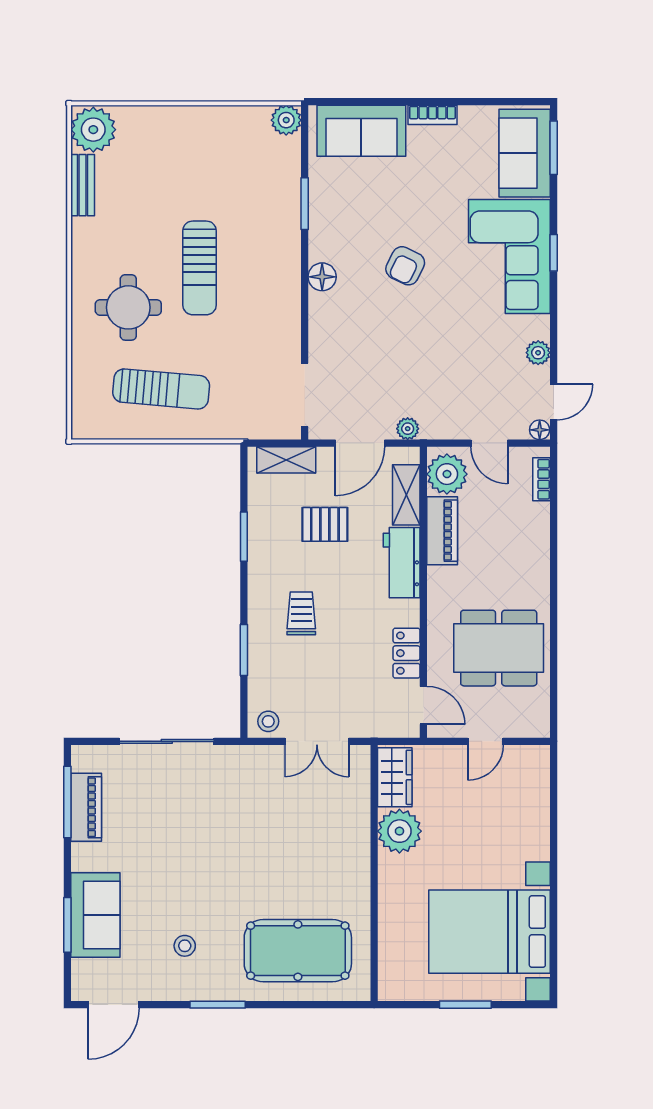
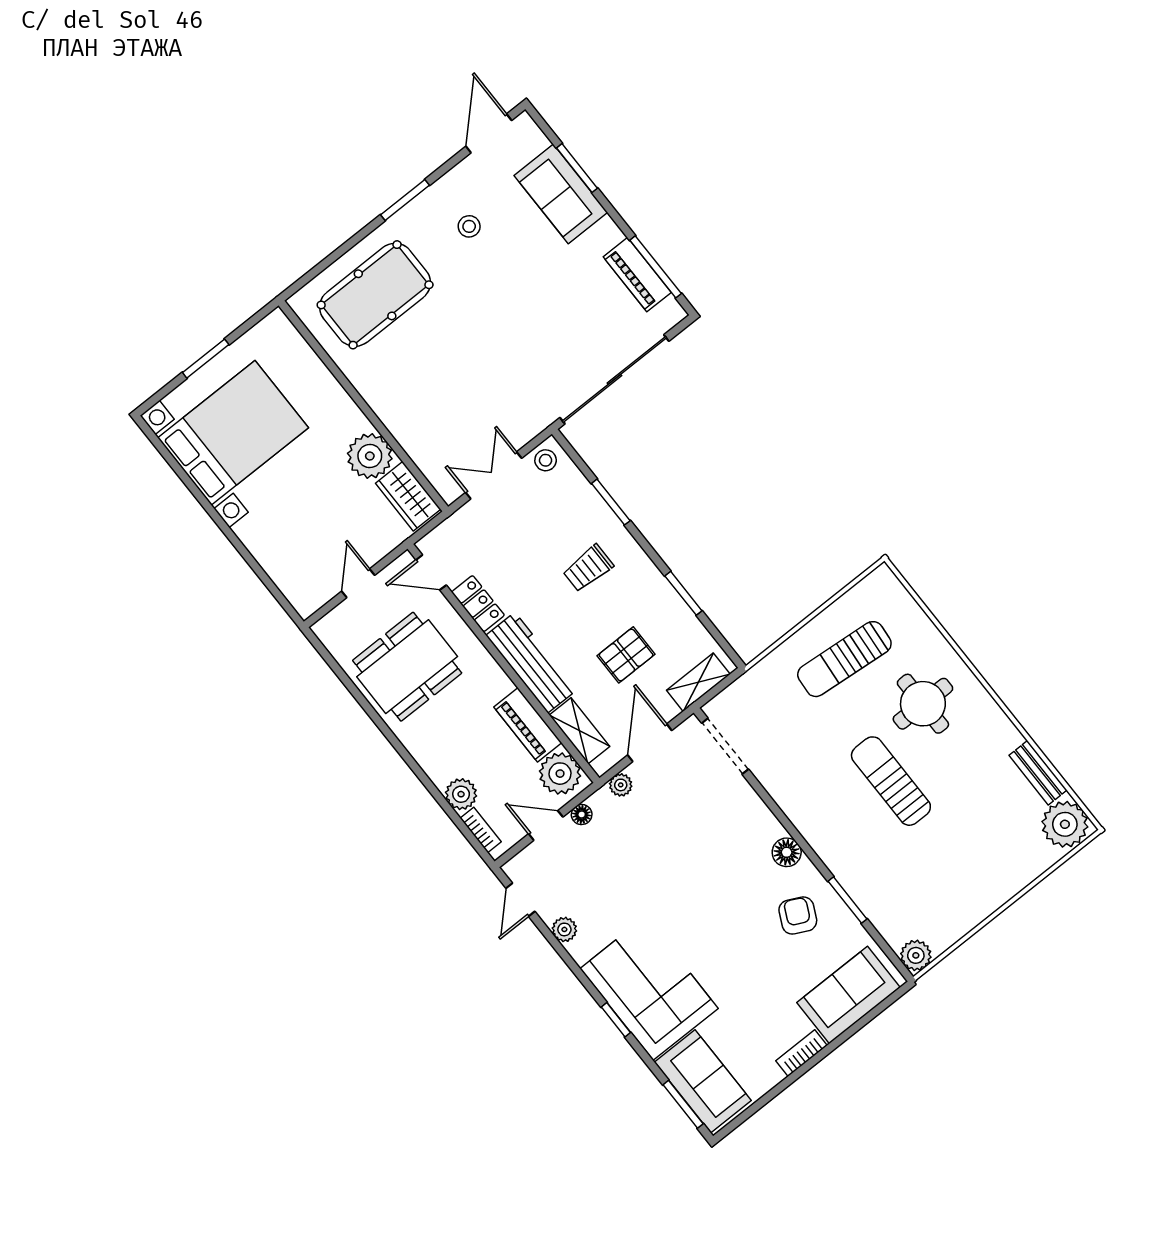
armchair: (405, 266) -> (798, 916), moved
floor lamp: (540, 430) -> (582, 815), moved
plant: (535, 518) -> (461, 794), added
workbench: (402, 563) -> (531, 663), width x1.38
trolley: (301, 613) -> (588, 568), turned 90
sliding door: (167, 741) -> (614, 379), width x1.36

